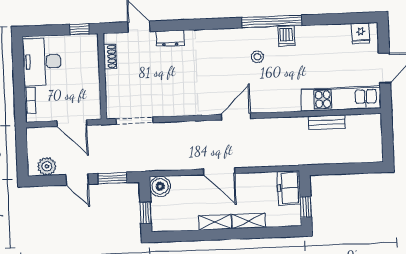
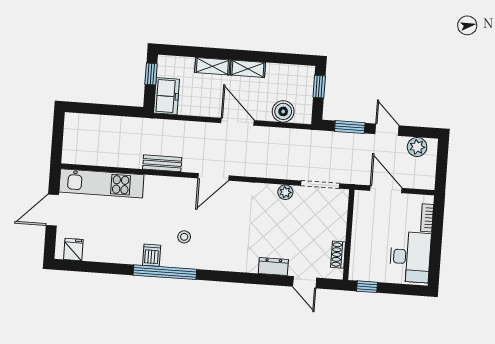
plant: (167, 110) -> (285, 192), added
bench: (327, 122) -> (162, 163), moved
boiler: (160, 186) -> (283, 111), moved

